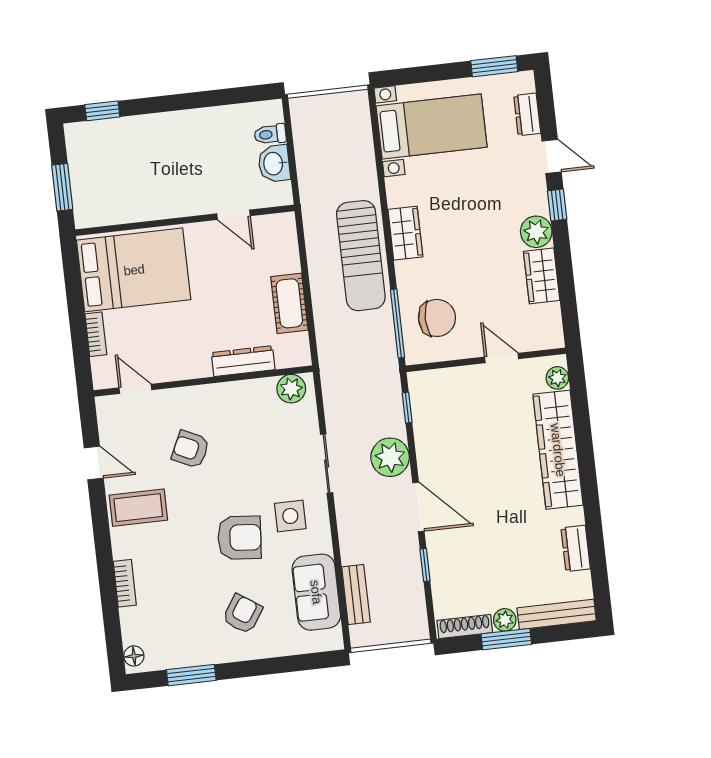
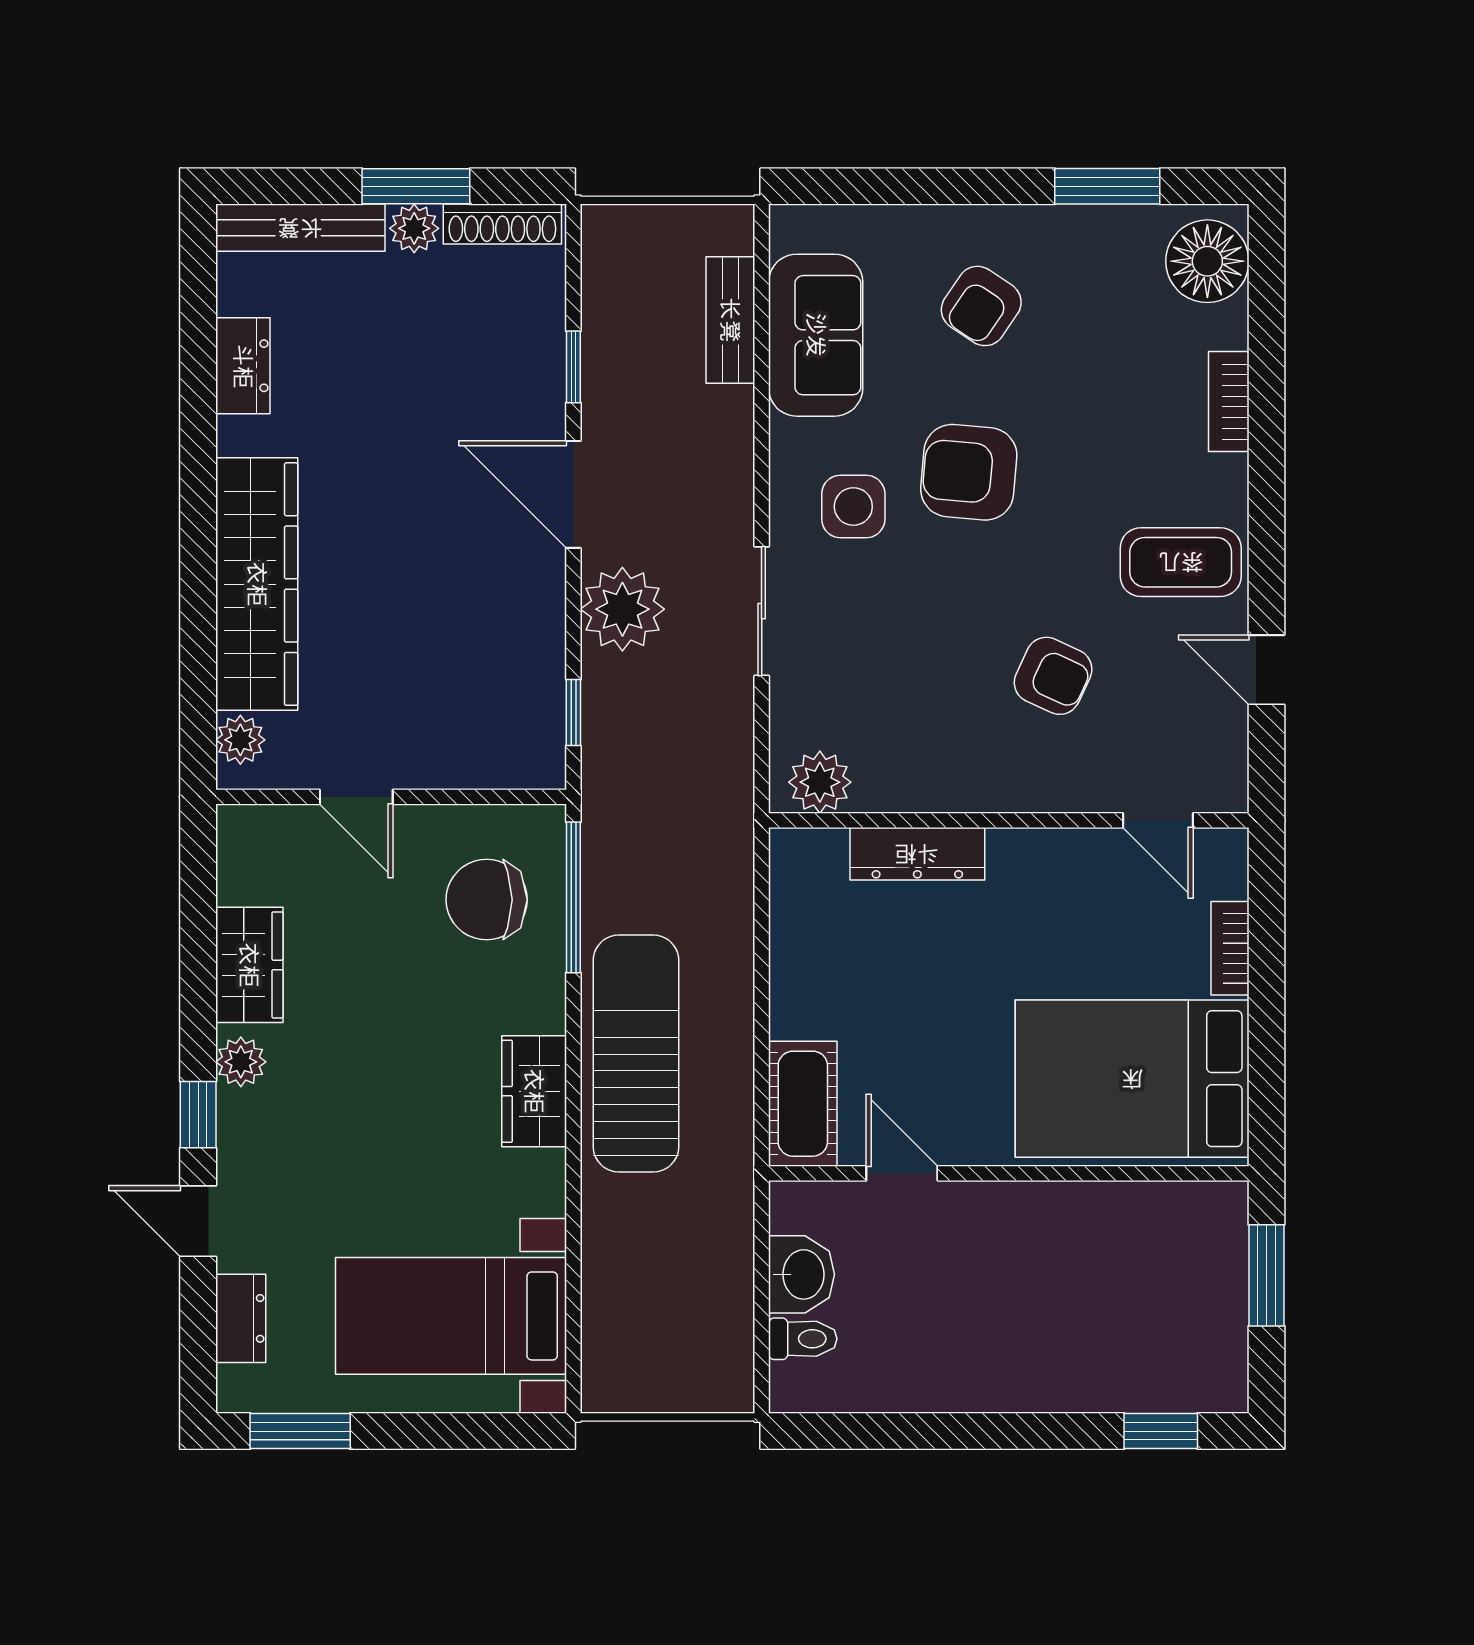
plant: (536, 232) -> (241, 1062), width x0.73, depth x0.73
cot: (289, 303) -> (803, 1104), moved
floor lamp: (134, 656) -> (1207, 261), width x1.89, depth x1.89

